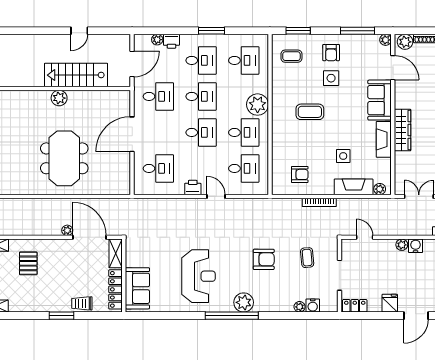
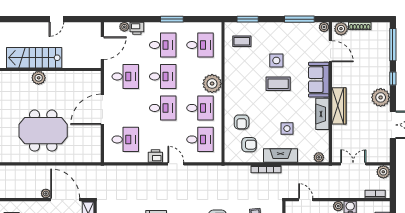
armchair: (331, 53) -> (242, 122), moved
stairs: (76, 75) -> (34, 58), moved
coffee table: (310, 112) -> (278, 84), moved
meeting table: (64, 158) -> (43, 131), turned 90
fireplace: (354, 187) -> (281, 155), moved

